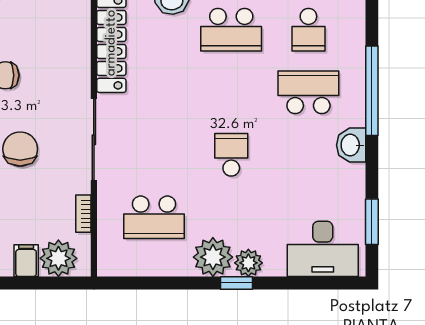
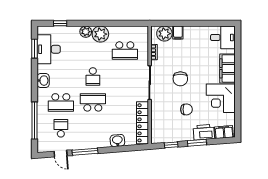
school desk: (231, 30) -> (93, 102), moved
window: (372, 91) -> (35, 120), moved
school desk: (154, 217) -> (125, 51), turned 180
desk: (323, 249) -> (49, 49), moved, turned -90
window: (236, 283) -> (60, 23), moved

